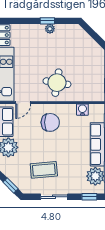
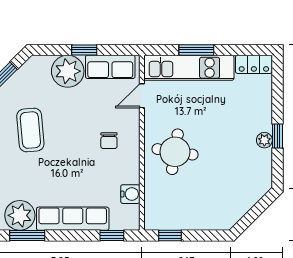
door: (23, 103) -> (142, 96), hinge flipped
chair: (50, 122) -> (109, 141), width x0.54, depth x0.54

